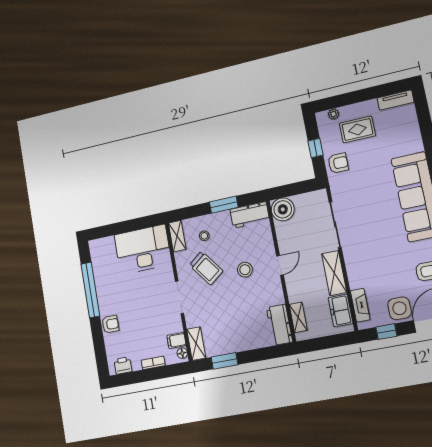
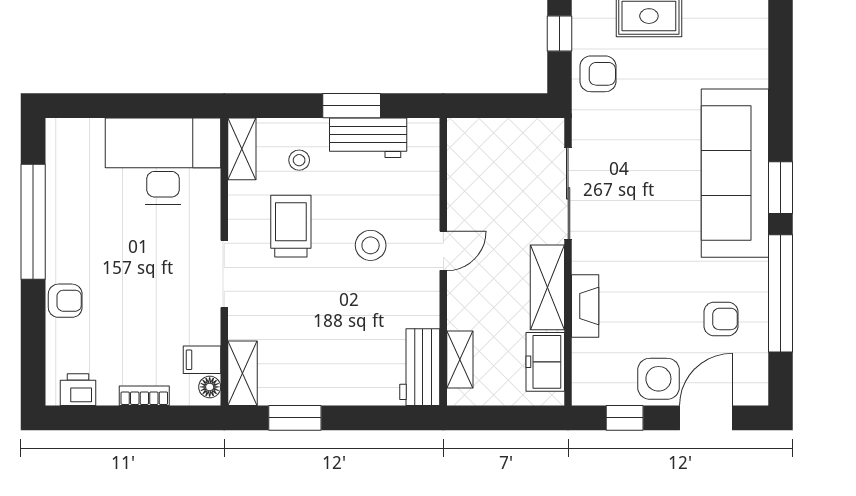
boiler: (283, 209) -> (470, 141), removed
workbench: (250, 215) -> (368, 138), moved
trolley: (206, 268) -> (291, 226), turned -143
fireplace: (360, 305) -> (585, 306), moved

